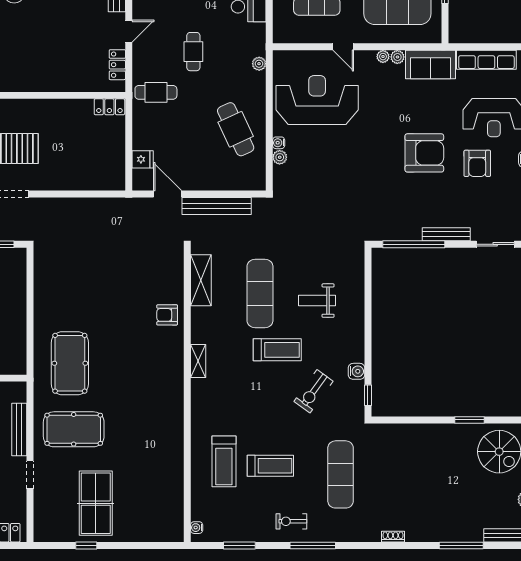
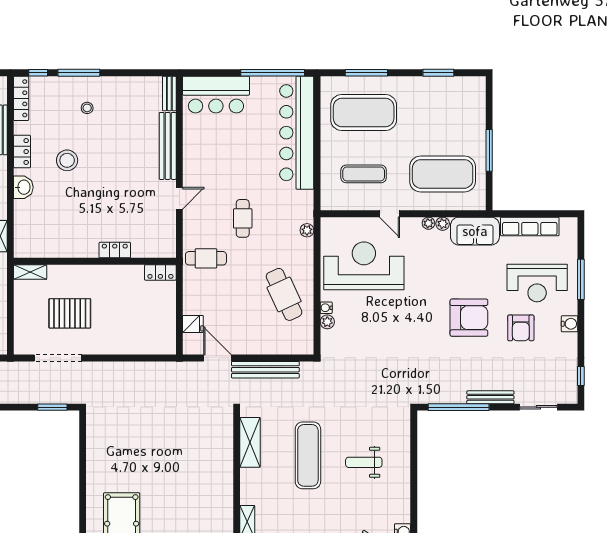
locker: (117, 65) -> (115, 250), moved, turned 90
armchair: (167, 315) -> (217, 476), removed
treadmill: (277, 350) -> (325, 511), removed

